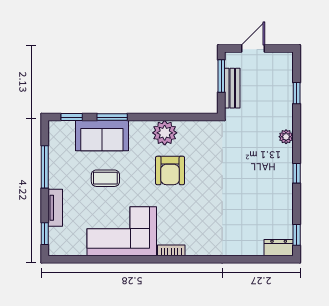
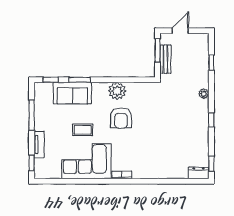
coffee table: (105, 178) -> (83, 130), moved

